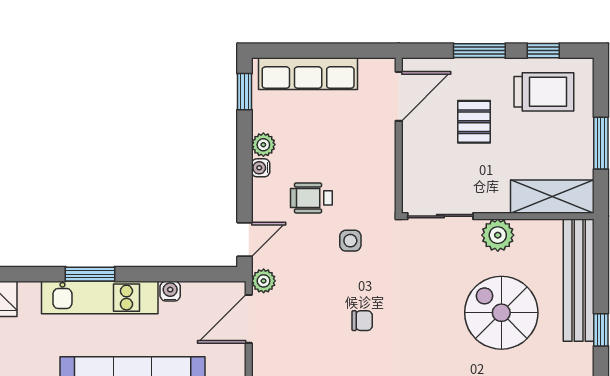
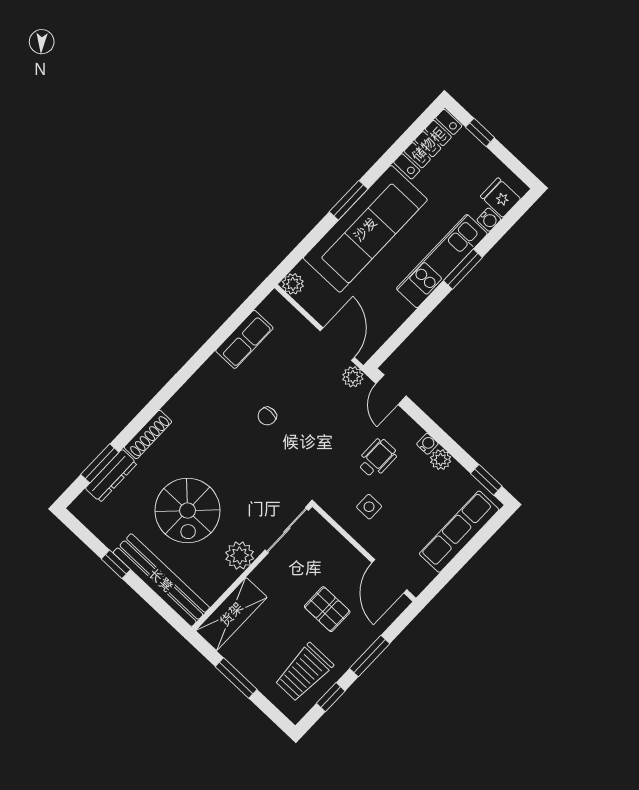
side table: (350, 241) -> (369, 507), moved
water cooler: (170, 291) -> (489, 220), moved
spiral stairs: (501, 313) -> (188, 511), turned 90

